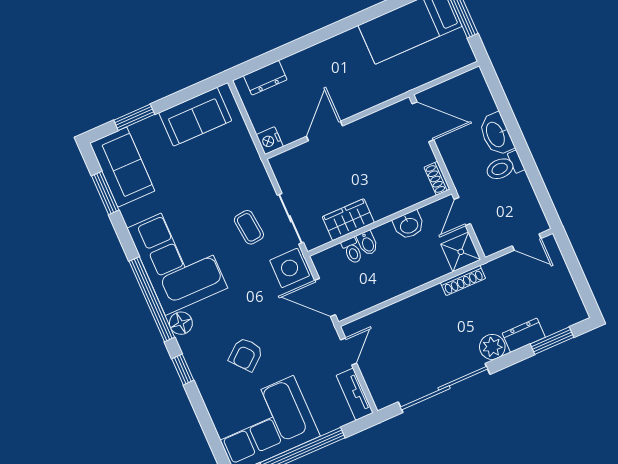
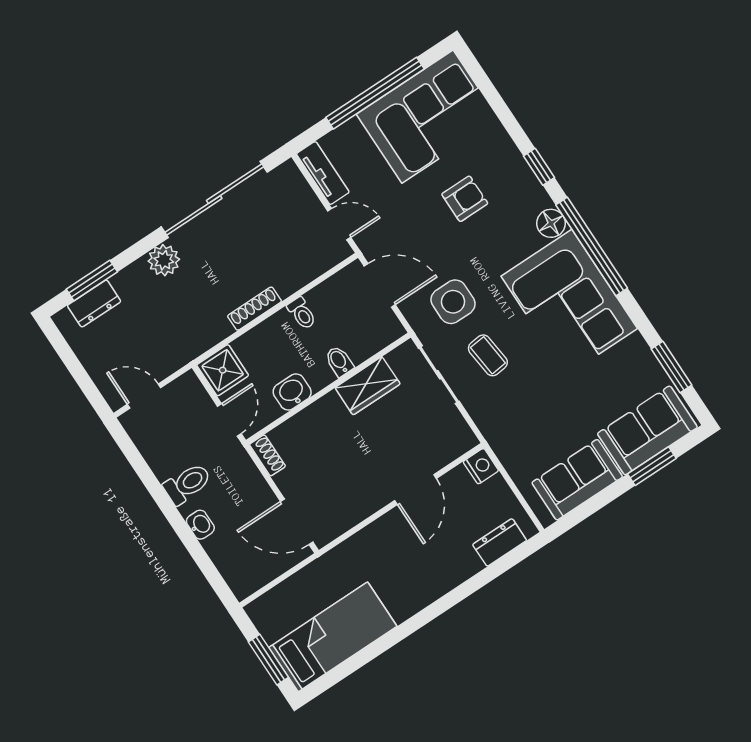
washbasin: (496, 134) -> (200, 525), width x0.52, depth x0.69
sofa: (122, 167) -> (647, 430), moved, turned 90
toilet: (352, 251) -> (302, 313), moved, turned 180
side table: (290, 268) -> (453, 302), moved
shoe rack: (463, 281) -> (254, 309), moved
dresser: (524, 335) -> (94, 304), moved
door: (349, 351) -> (339, 224), swing flipped
armchair: (246, 354) -> (465, 199), turned 40

